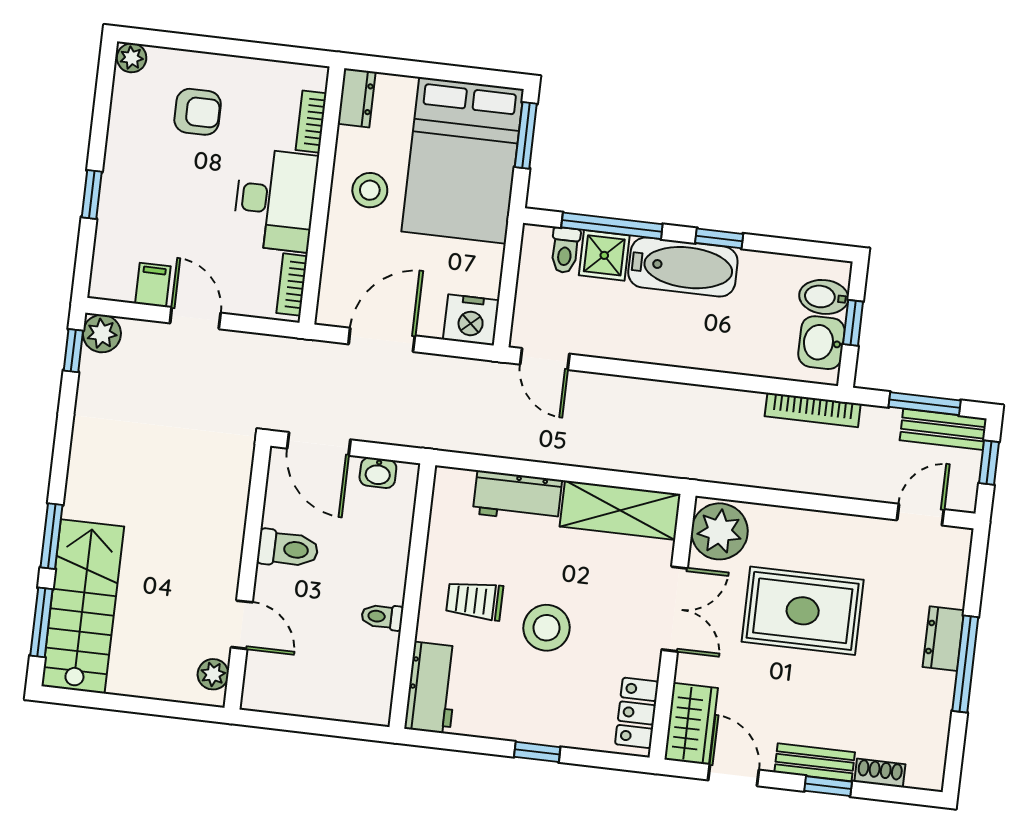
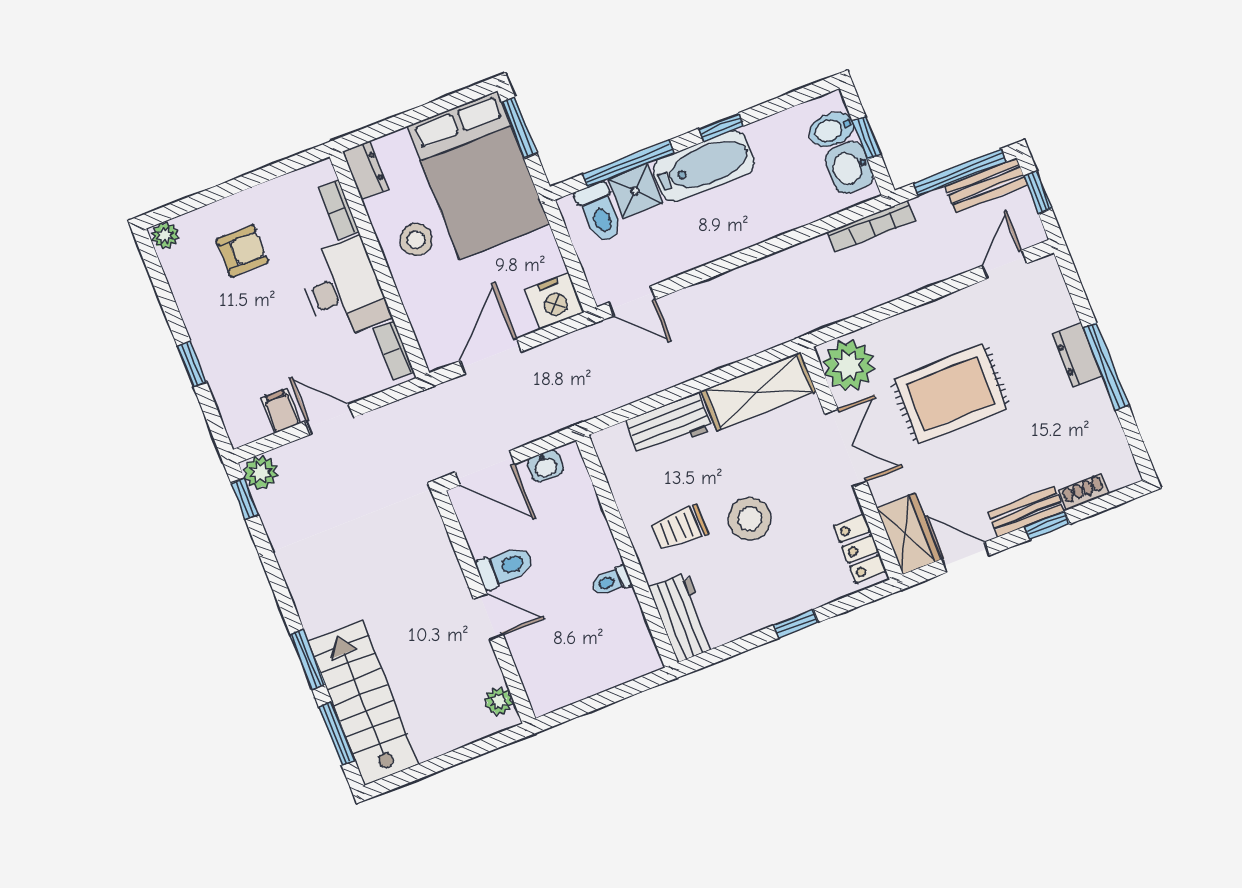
toilet: (565, 250) -> (599, 213), width x1.37, depth x1.39
window: (925, 404) -> (960, 172), width x1.44
door: (242, 625) -> (488, 617), moved

